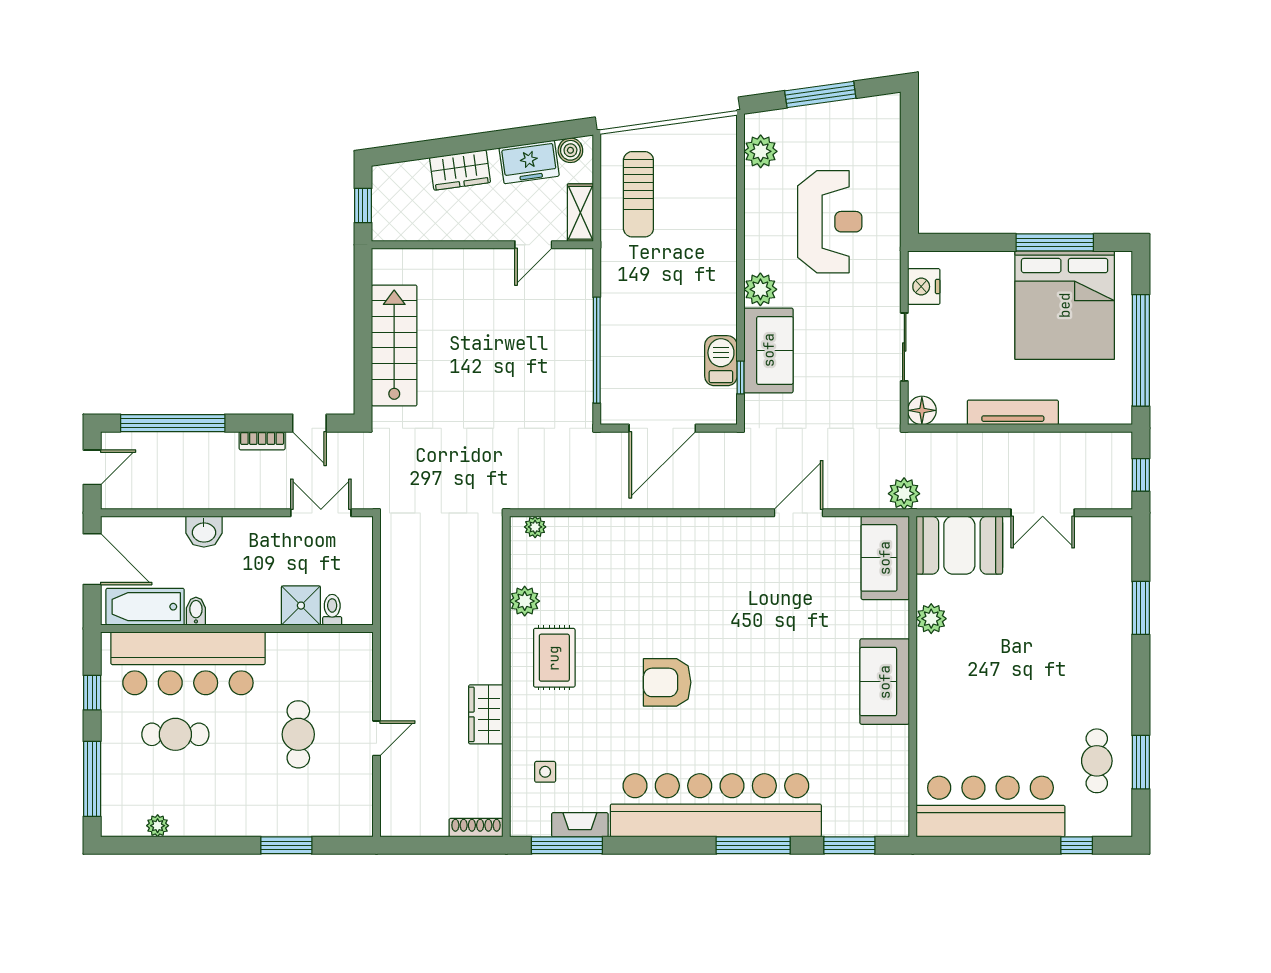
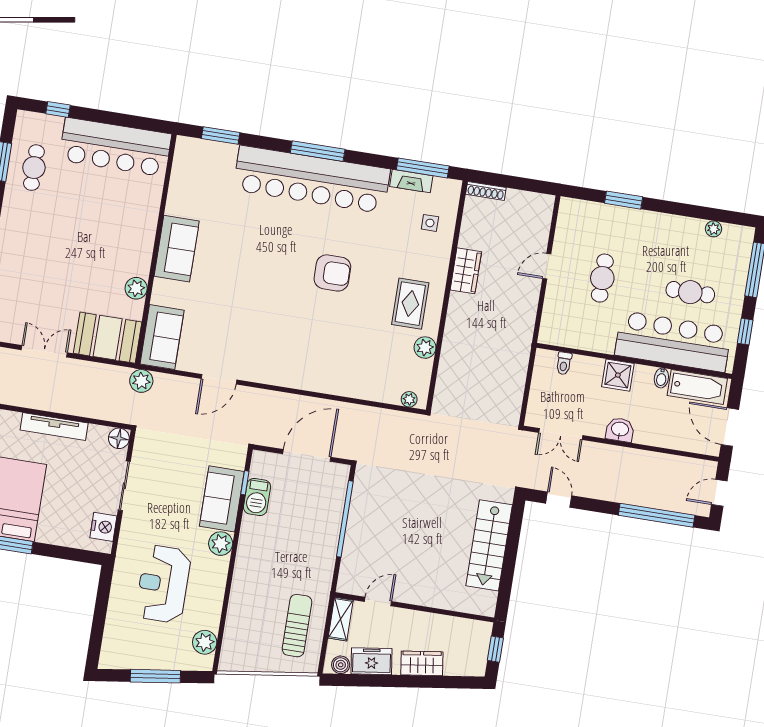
bookcase: (262, 441) -> (595, 492), removed
washbasin: (204, 532) -> (620, 430), moved
shower: (301, 606) -> (618, 375), moved
window: (753, 845) -> (318, 151), moved

